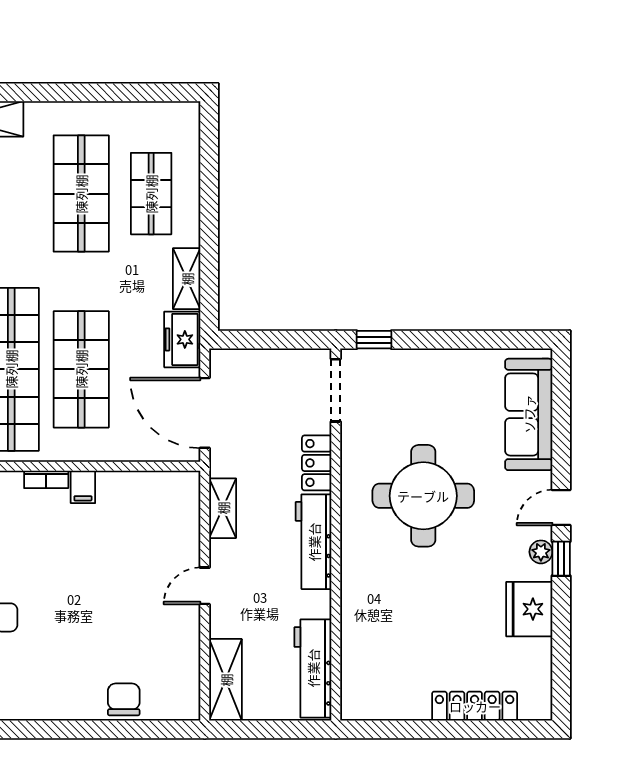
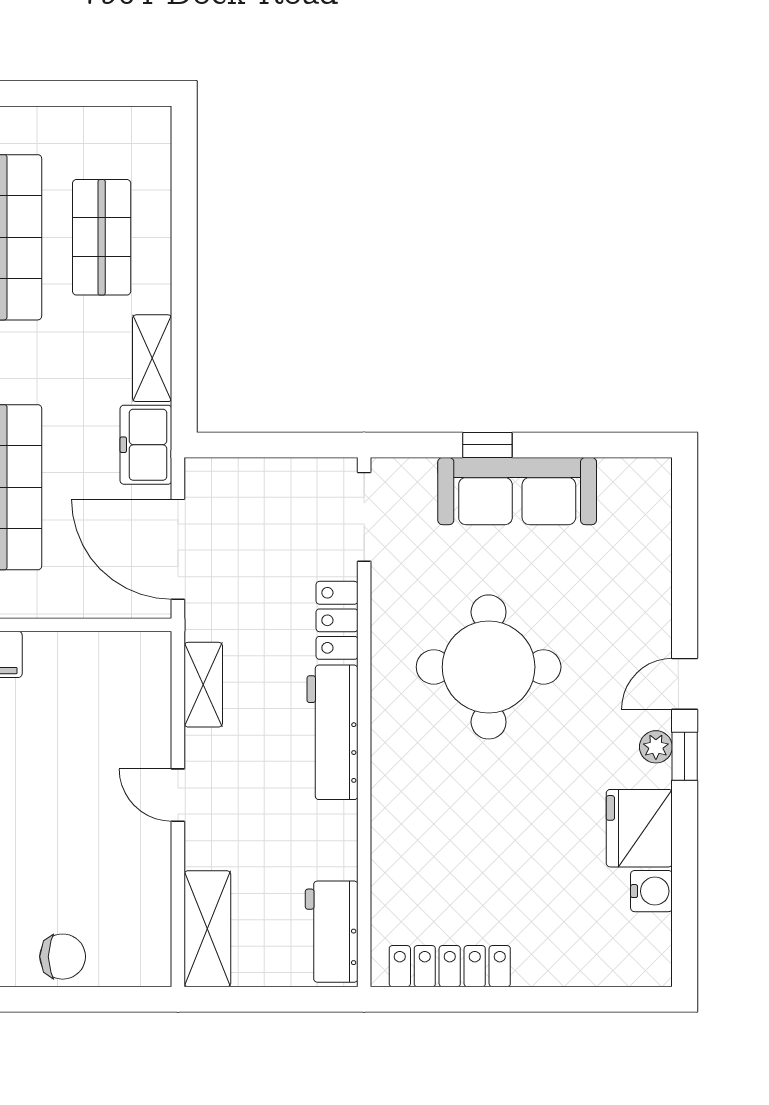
window: (374, 340) -> (487, 445), moved
sofa: (529, 414) -> (517, 491), moved, turned -90
door: (205, 586) -> (178, 795), hinge flipped
water cooler: (538, 653) -> (651, 891), added
workbench: (313, 668) -> (332, 932), width x0.73
chair: (124, 699) -> (63, 957), turned 90
locker: (475, 706) -> (450, 966), moved

